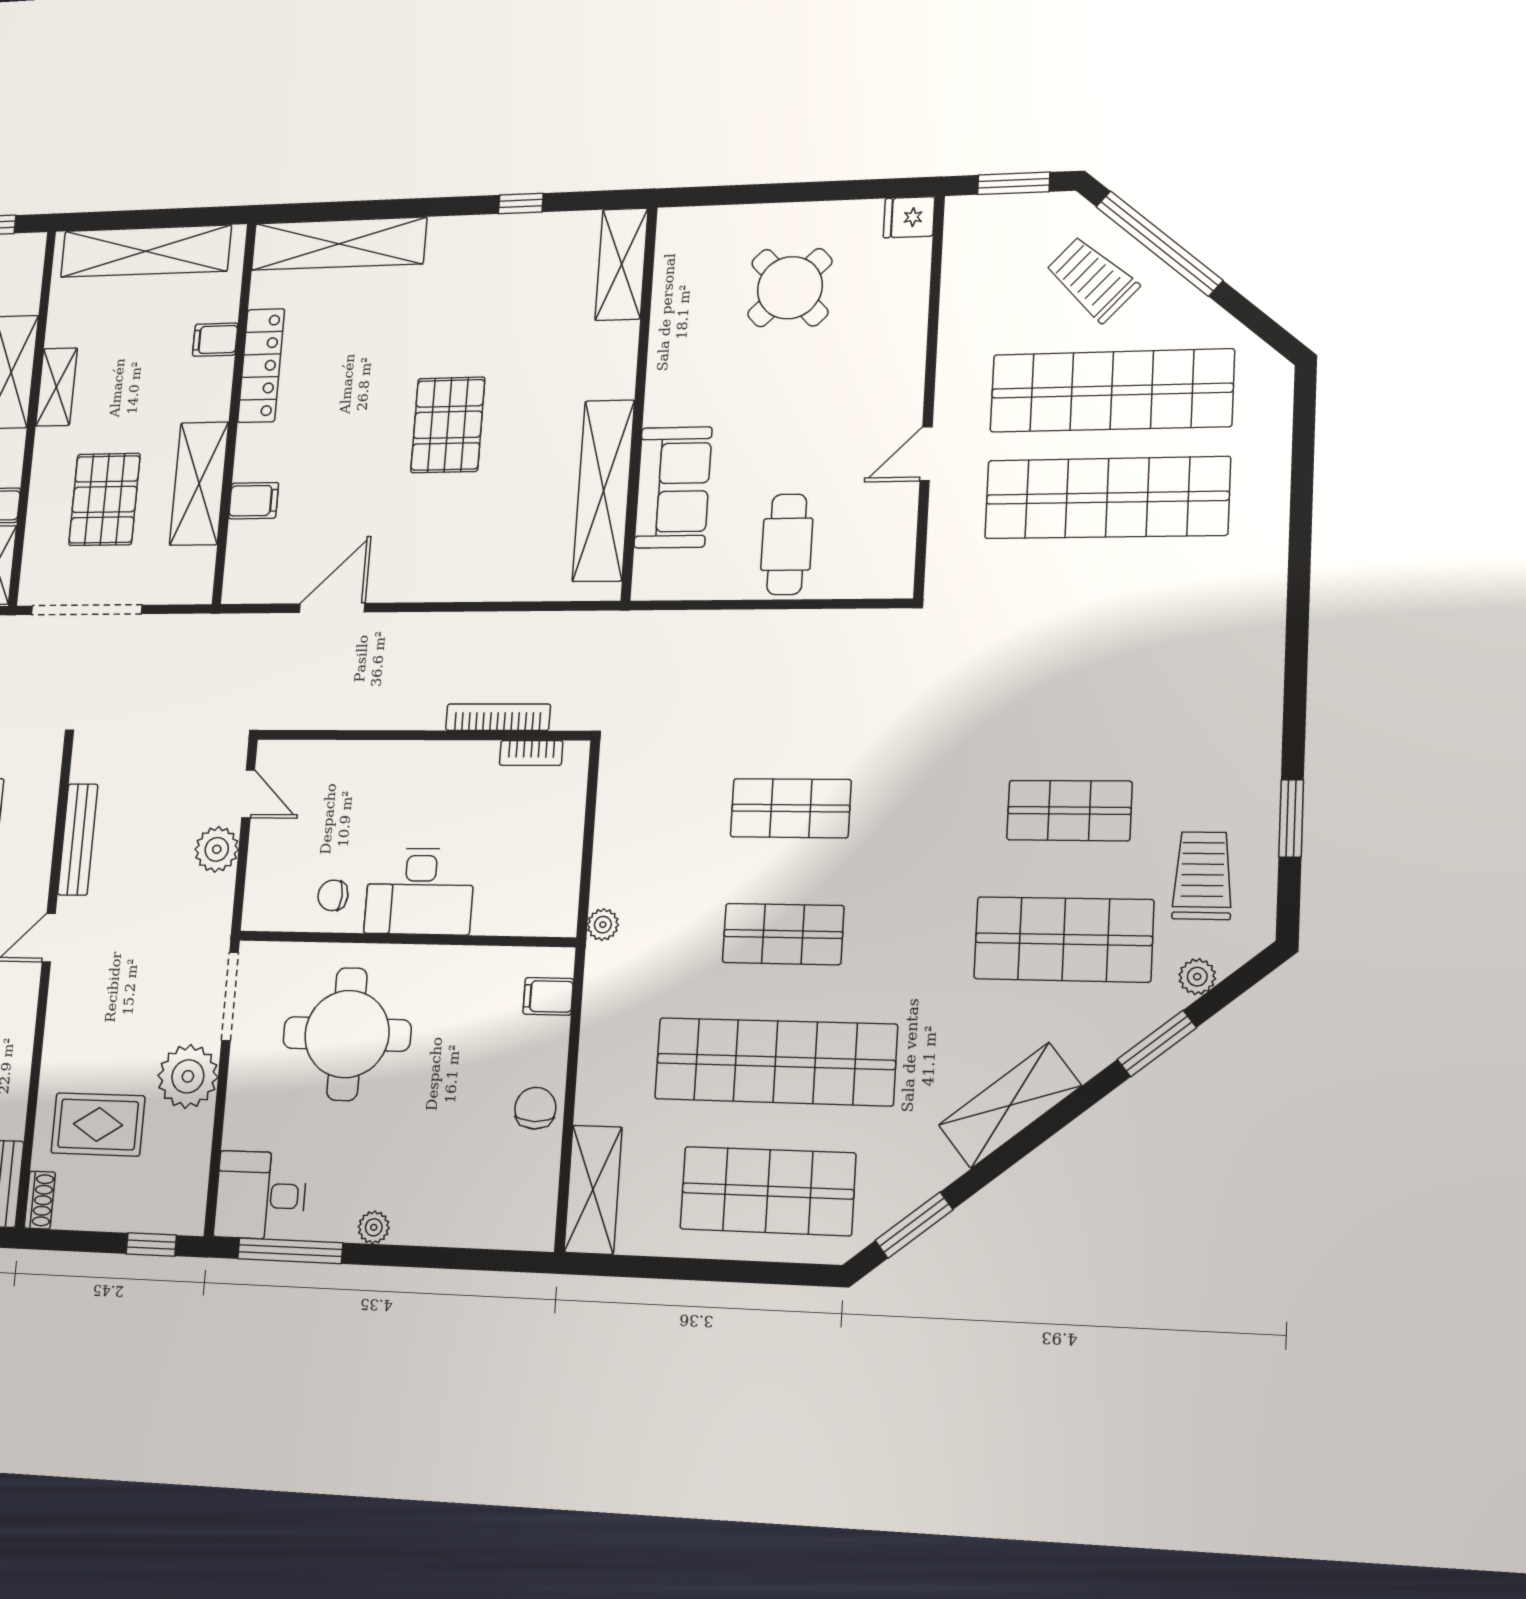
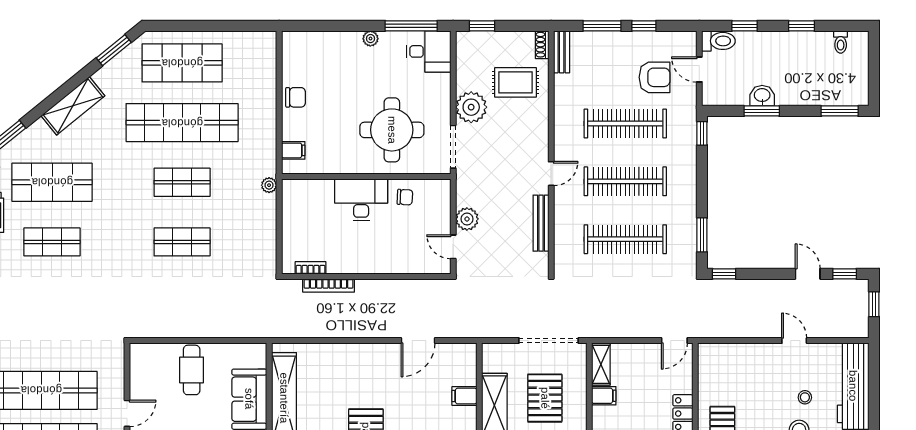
chair: (535, 1108) -> (296, 97), turned -90
shelving: (593, 1190) -> (265, 60), removed

